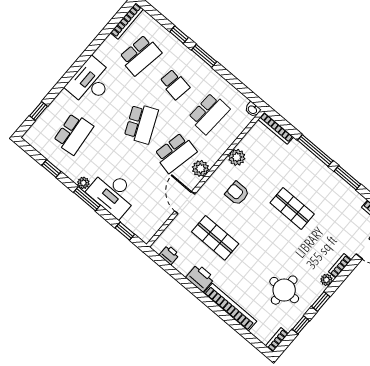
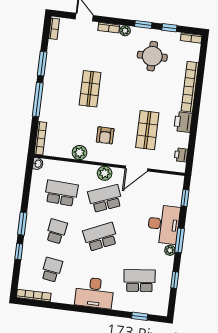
school desk: (140, 55) -> (52, 270), width x0.54
school desk: (175, 153) -> (105, 199), turned -33

